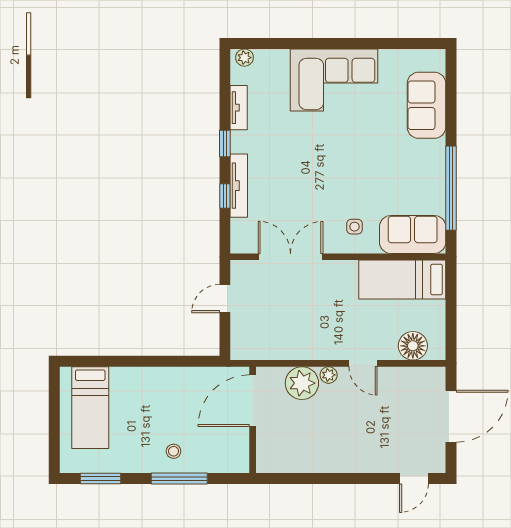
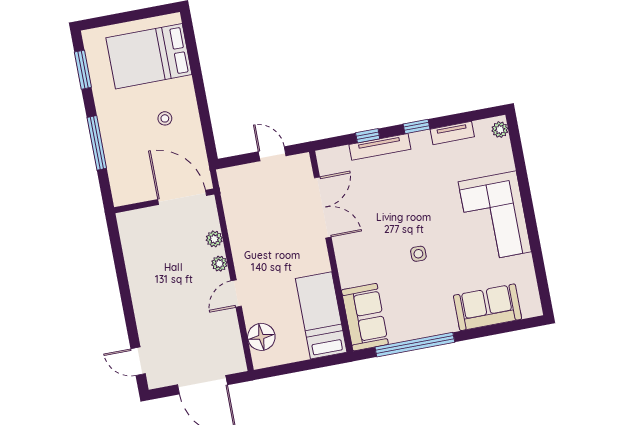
side table: (354, 227) -> (418, 254), moved
plant: (302, 383) -> (214, 239), width x0.53, depth x0.53
bed: (90, 408) -> (149, 56), width x1.50
stool: (174, 451) -> (165, 118), moved

